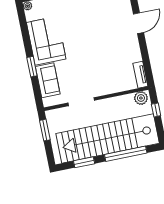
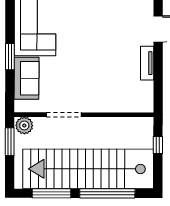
tv unit: (140, 75) -> (147, 63), moved
plant: (141, 98) -> (24, 126), moved
window: (84, 162) -> (52, 193), width x1.44

